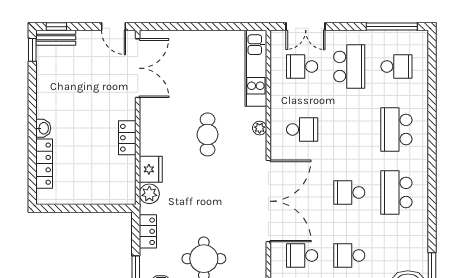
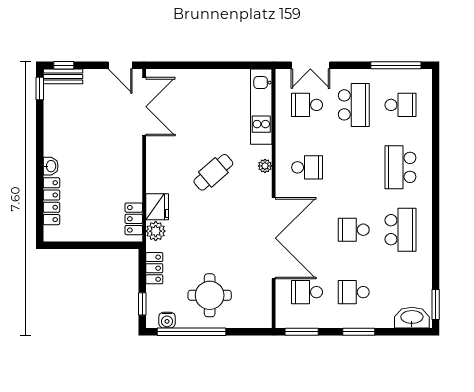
cafe table: (208, 134) -> (213, 172), turned 49
locker: (127, 138) -> (134, 219), moved
school desk: (396, 192) -> (400, 230), turned 180

